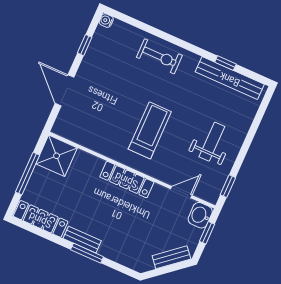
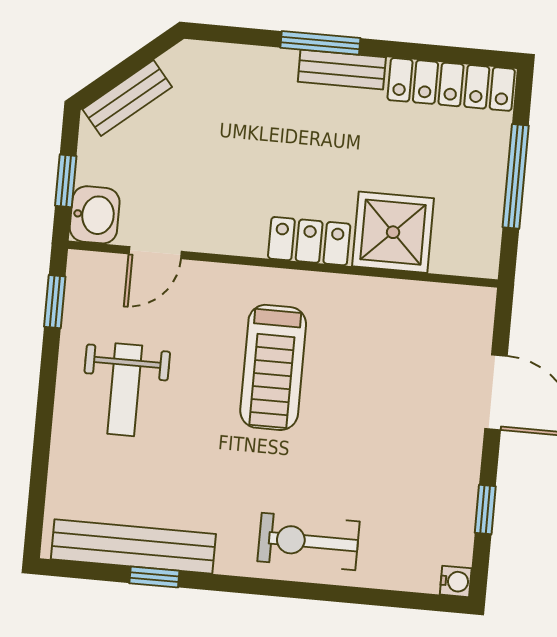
shower: (57, 156) -> (393, 232), moved
locker: (127, 179) -> (309, 241), width x0.66

